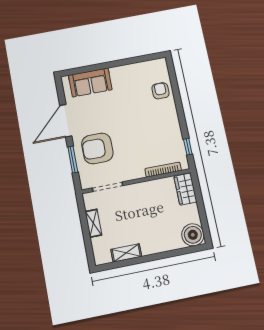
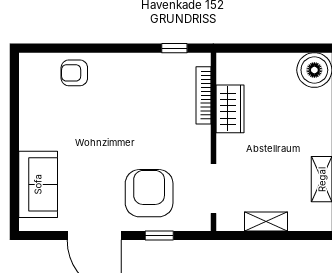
armchair: (97, 148) -> (149, 193), turned 180
window: (73, 159) -> (159, 236), width x0.67
wardrobe: (185, 189) -> (230, 109), moved, turned -90

